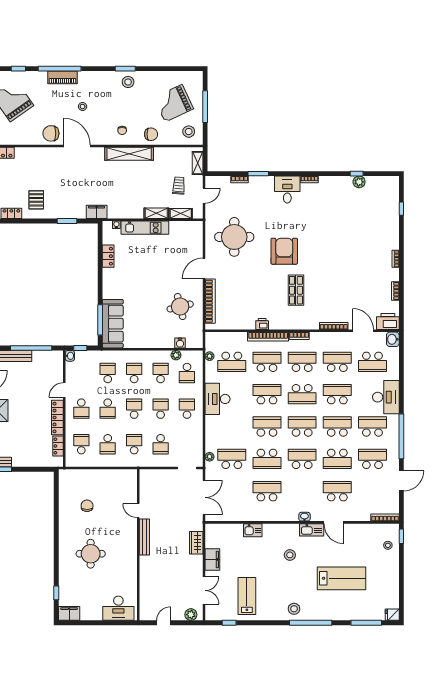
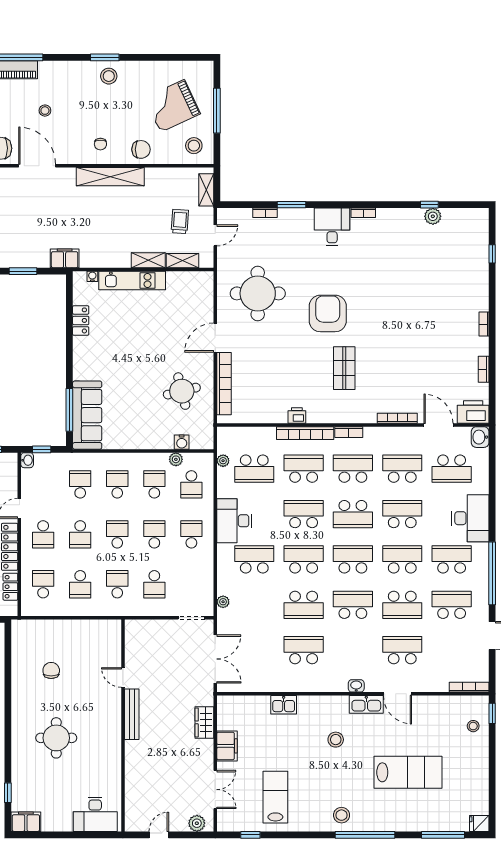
school desk: (232, 459) -> (254, 559), moved

